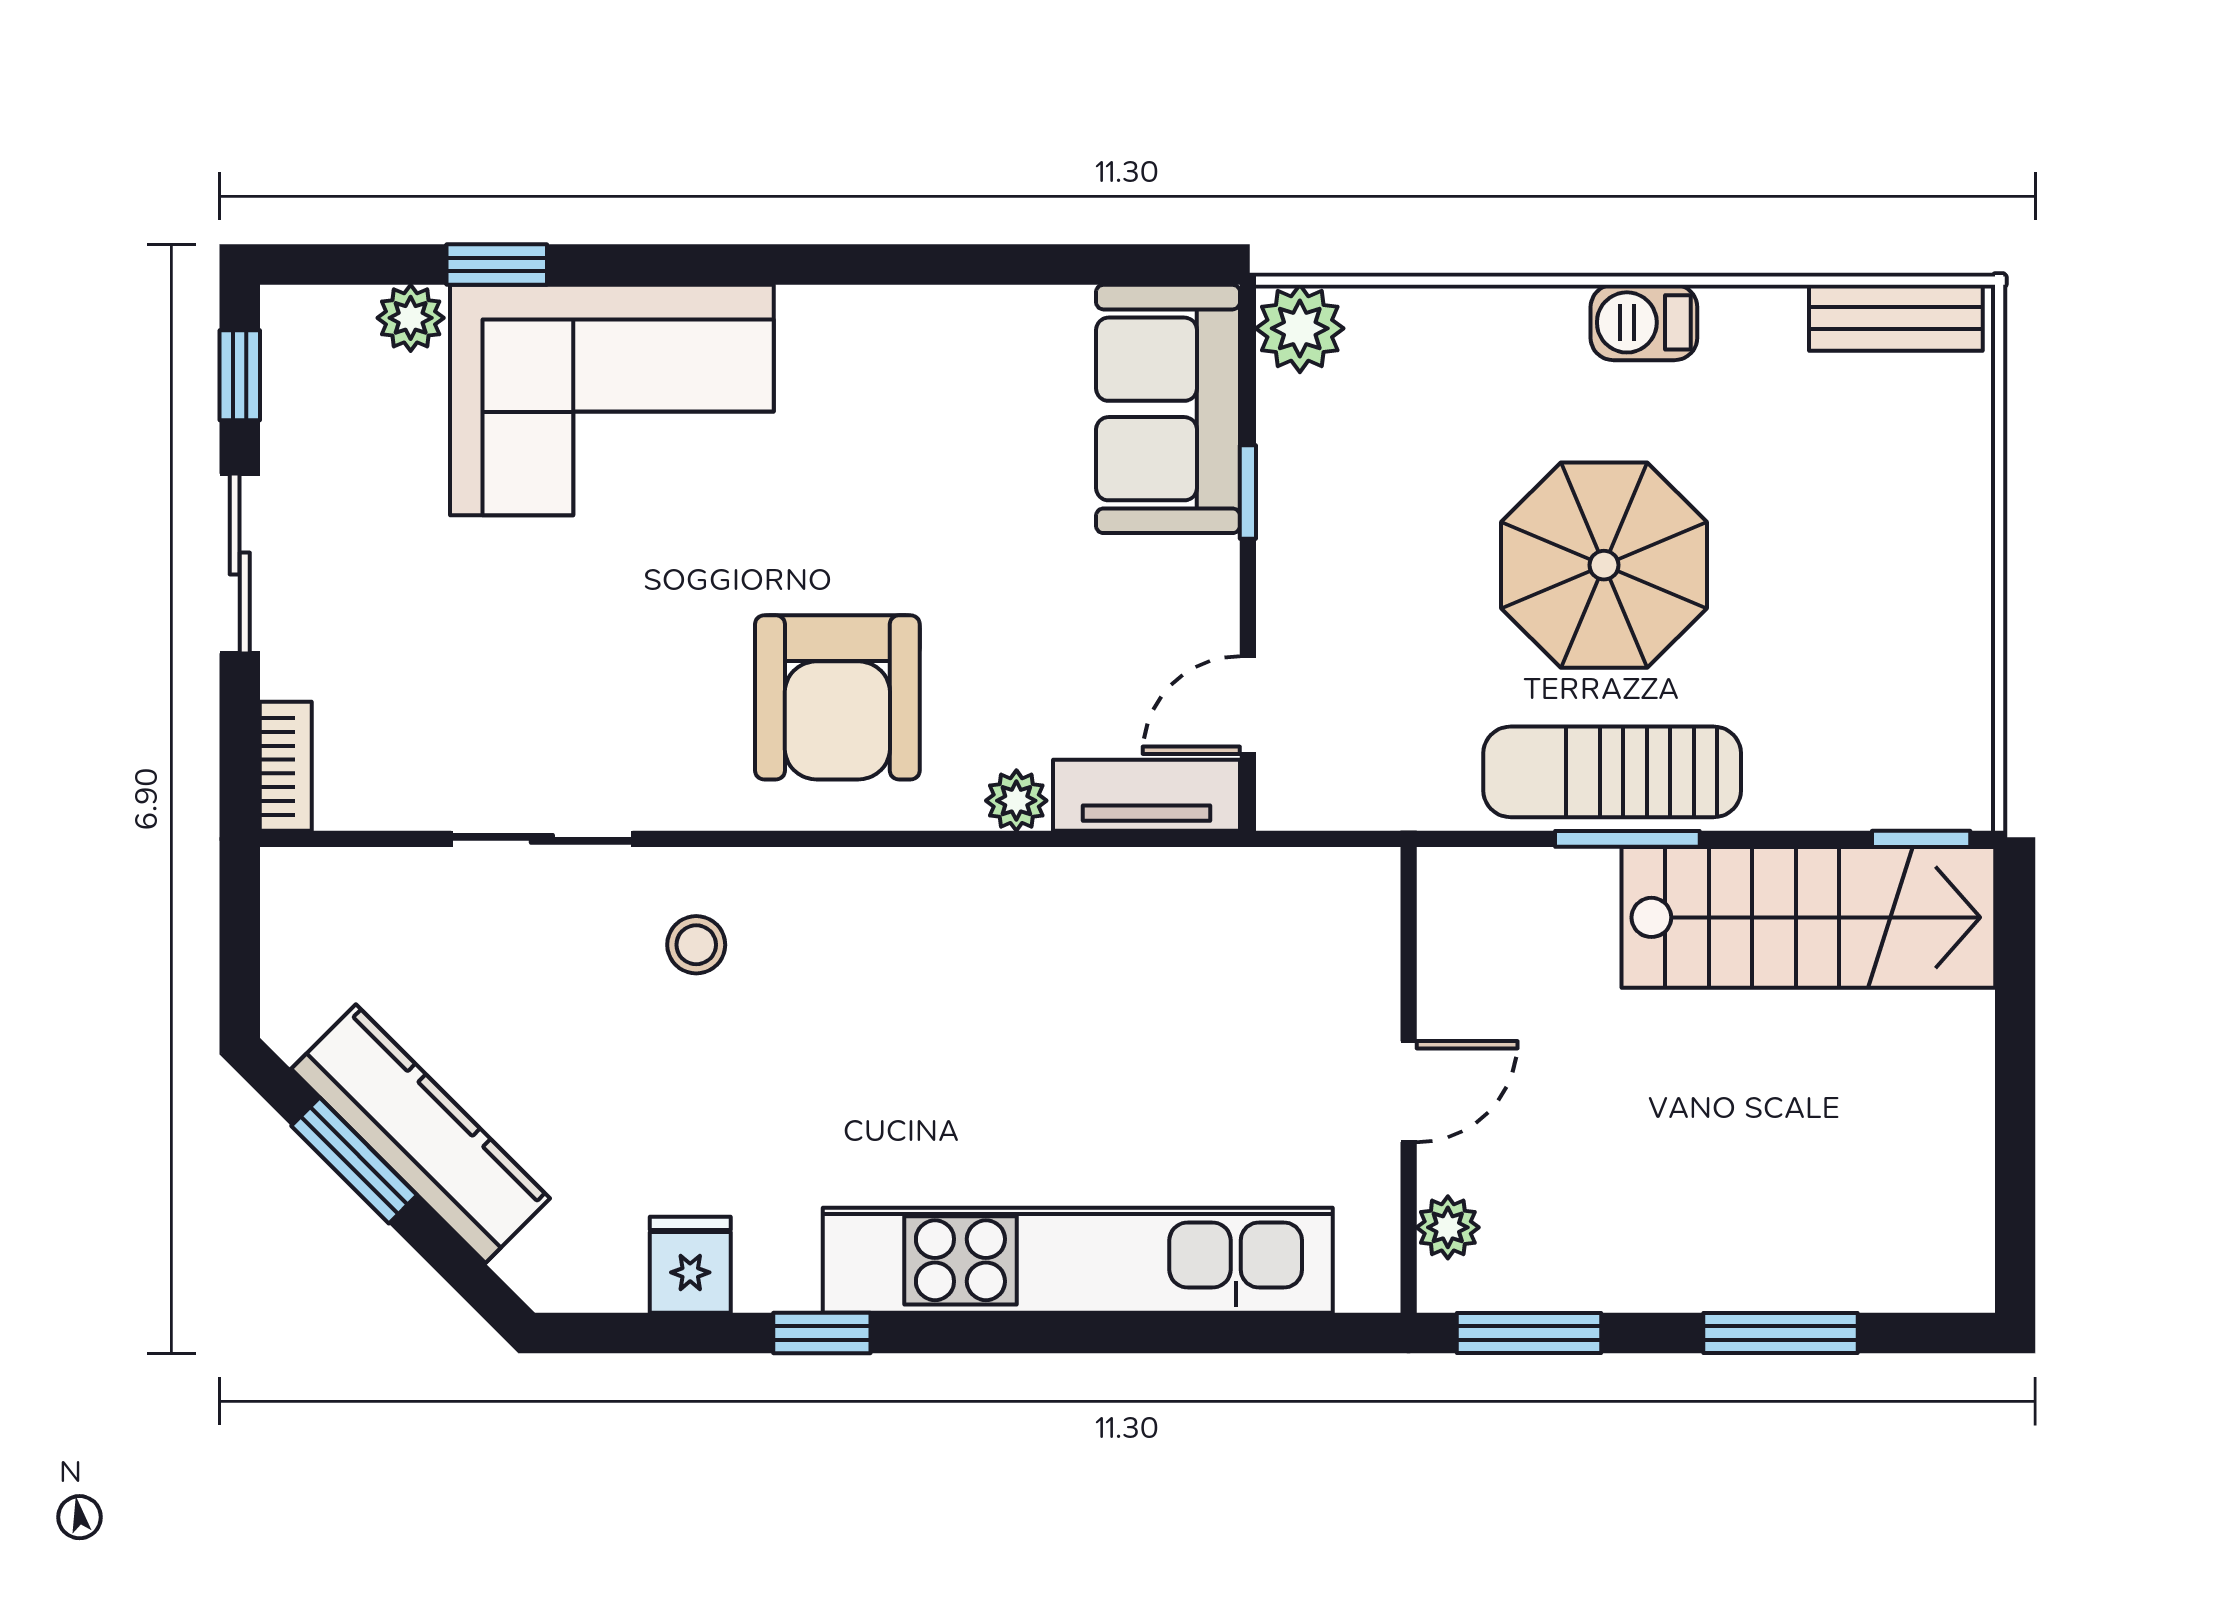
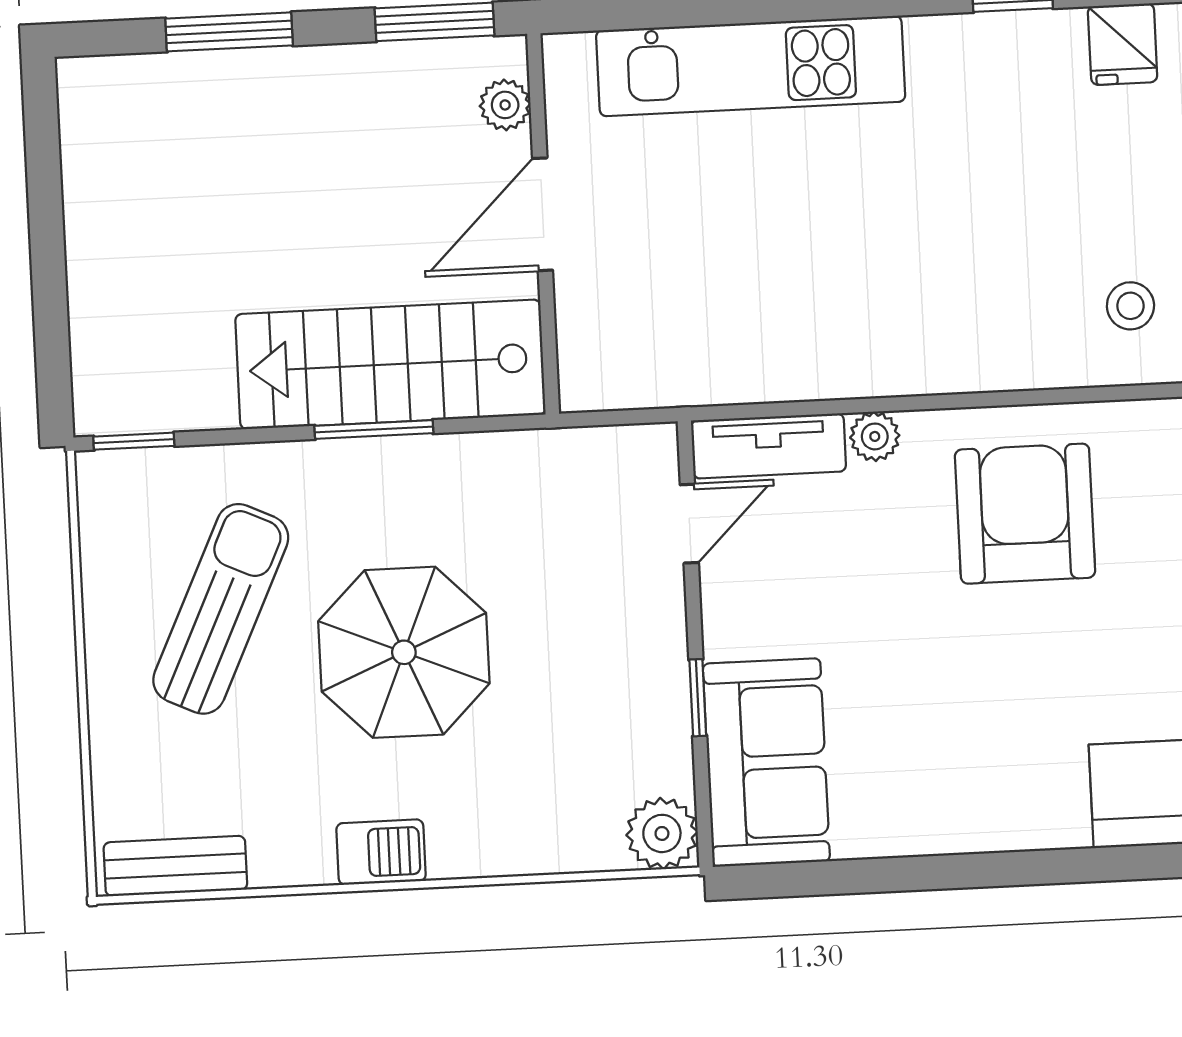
sun lounger: (1612, 772) -> (221, 609), moved, turned -65
stairs: (1808, 917) -> (390, 364), moved
door: (1409, 1092) -> (543, 214), width x1.37
kitchen unit: (1078, 1260) -> (751, 66), width x0.73

